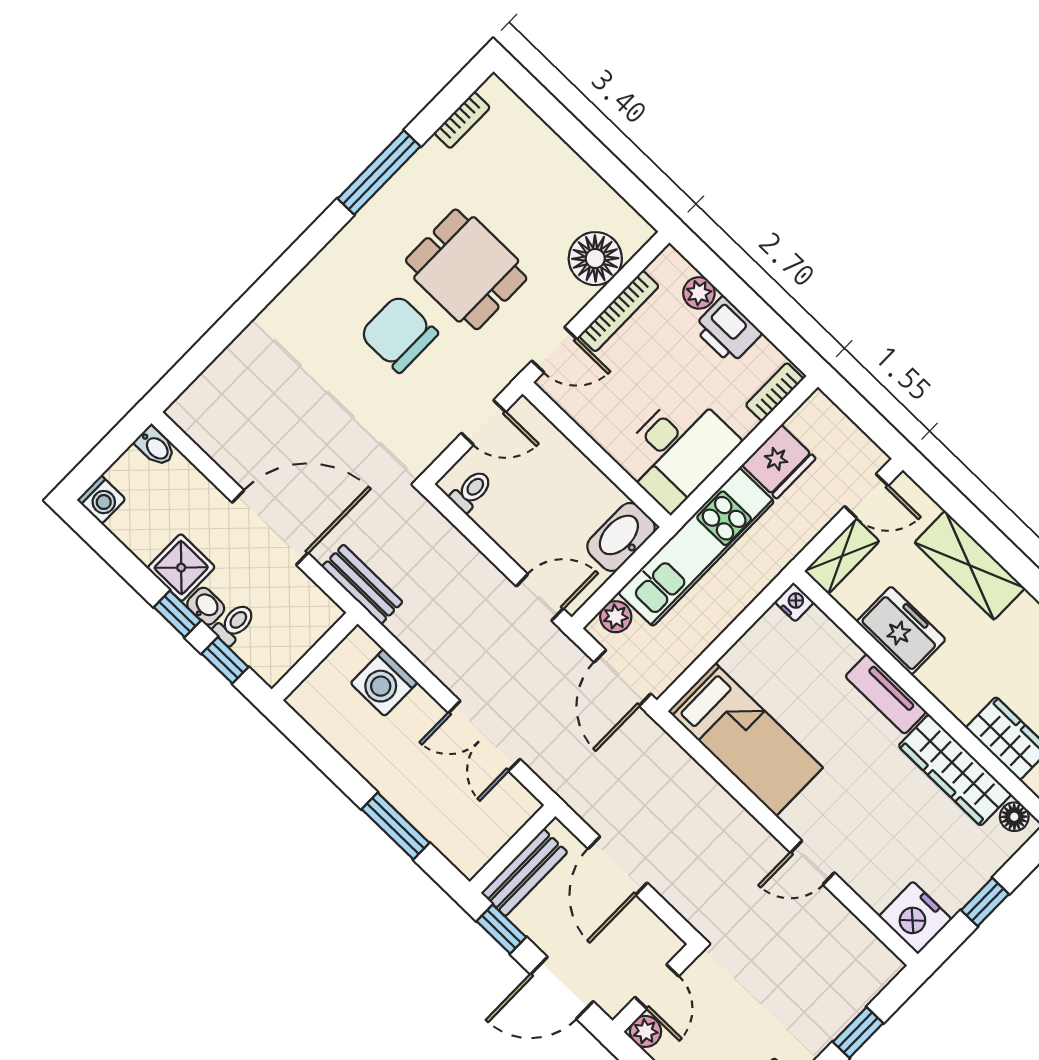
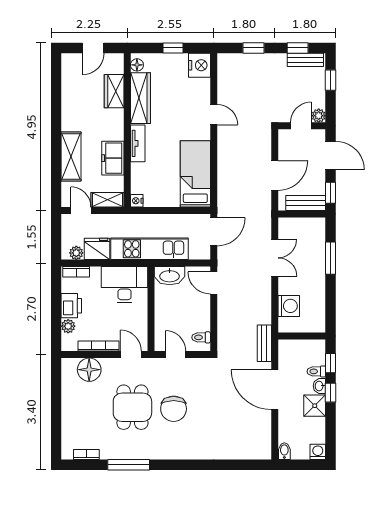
plant: (616, 617) -> (76, 253), moved

